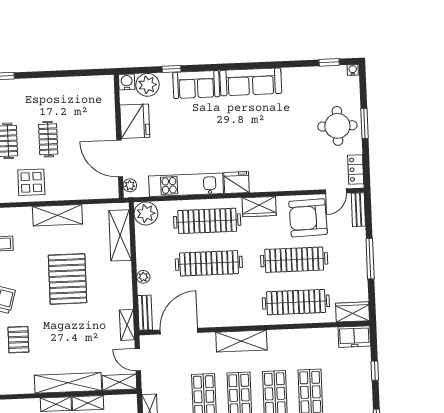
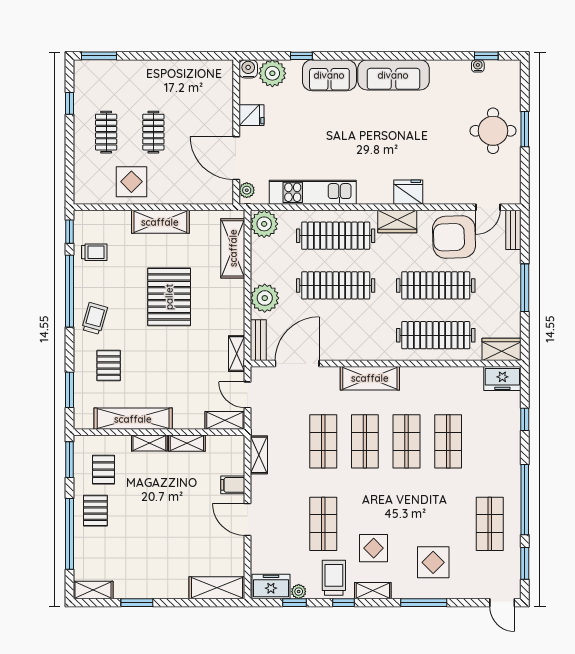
water cooler: (353, 70) -> (478, 66), moved
fridge: (135, 121) -> (251, 115), width x0.53, depth x0.75
locker: (356, 170) -> (512, 183), removed
fridge: (237, 183) -> (408, 192), moved
plant: (143, 277) -> (265, 298), width x1.88, depth x1.88
shelving: (68, 383) -> (133, 419), moved

